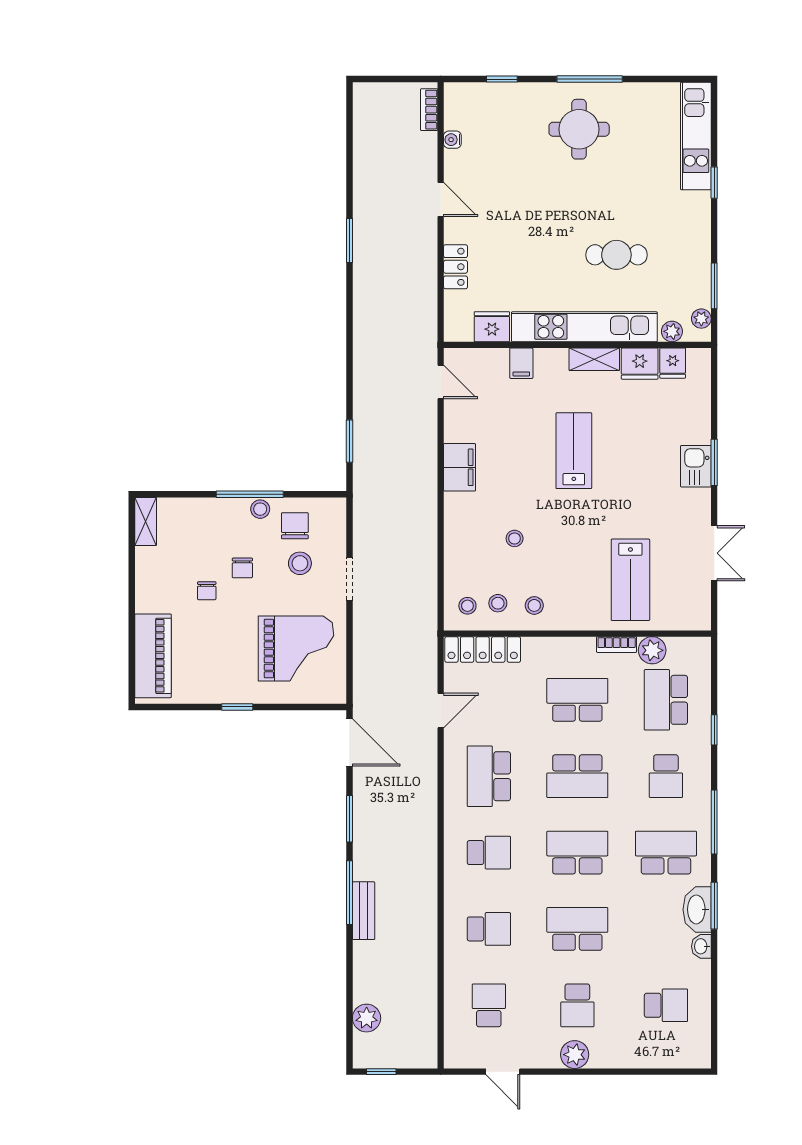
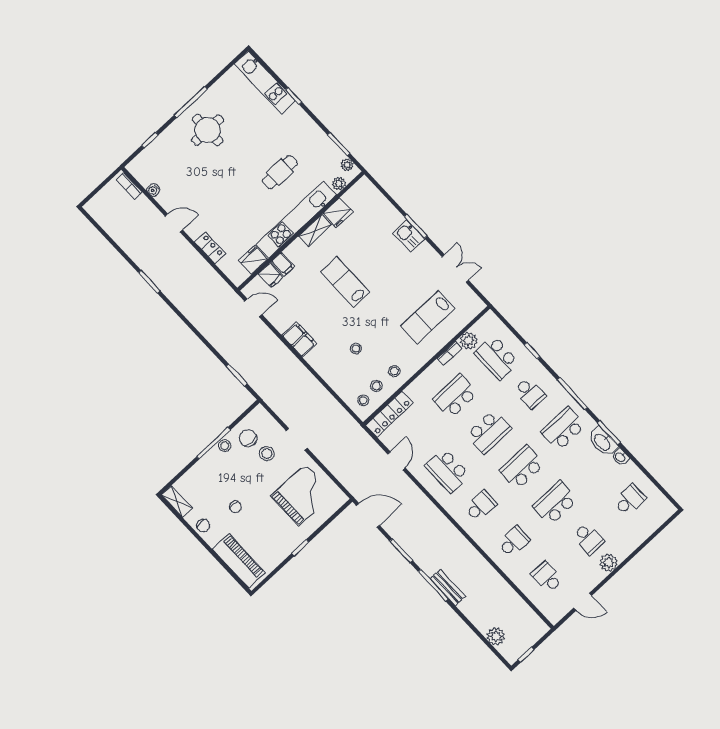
fridge: (673, 363) -> (270, 275), moved
chair: (242, 568) -> (203, 526), moved
lab bench: (630, 580) -> (428, 317), turned 90

